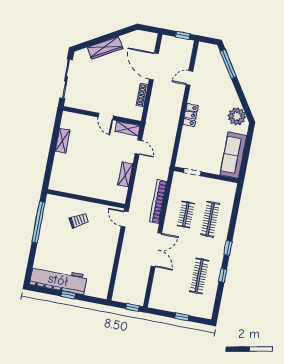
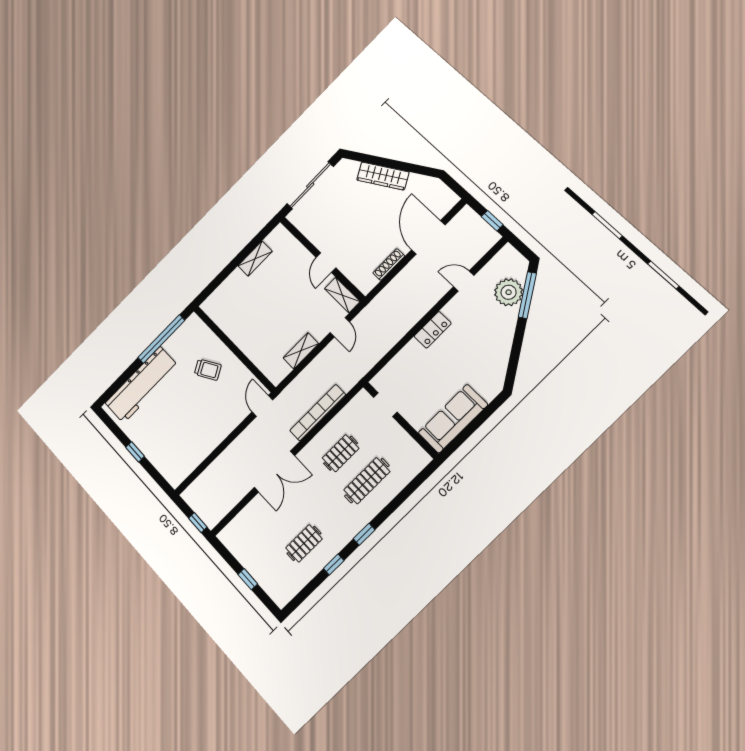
plant: (237, 116) -> (509, 292), moved
clothes rail: (199, 276) -> (304, 543), width x0.73
workbench: (58, 280) -> (142, 385), moved, turned 90

